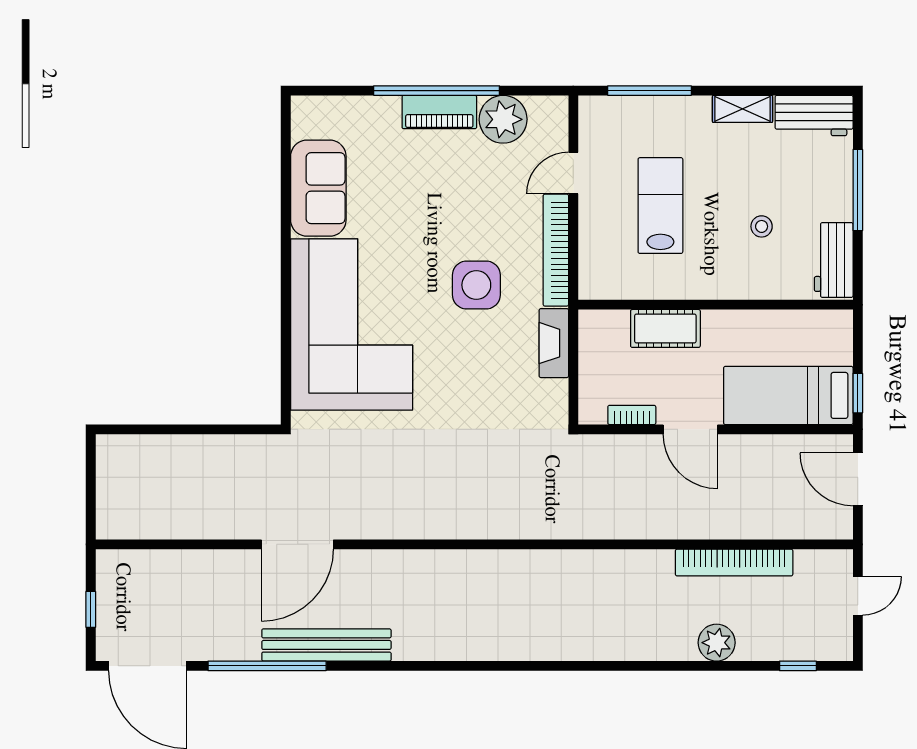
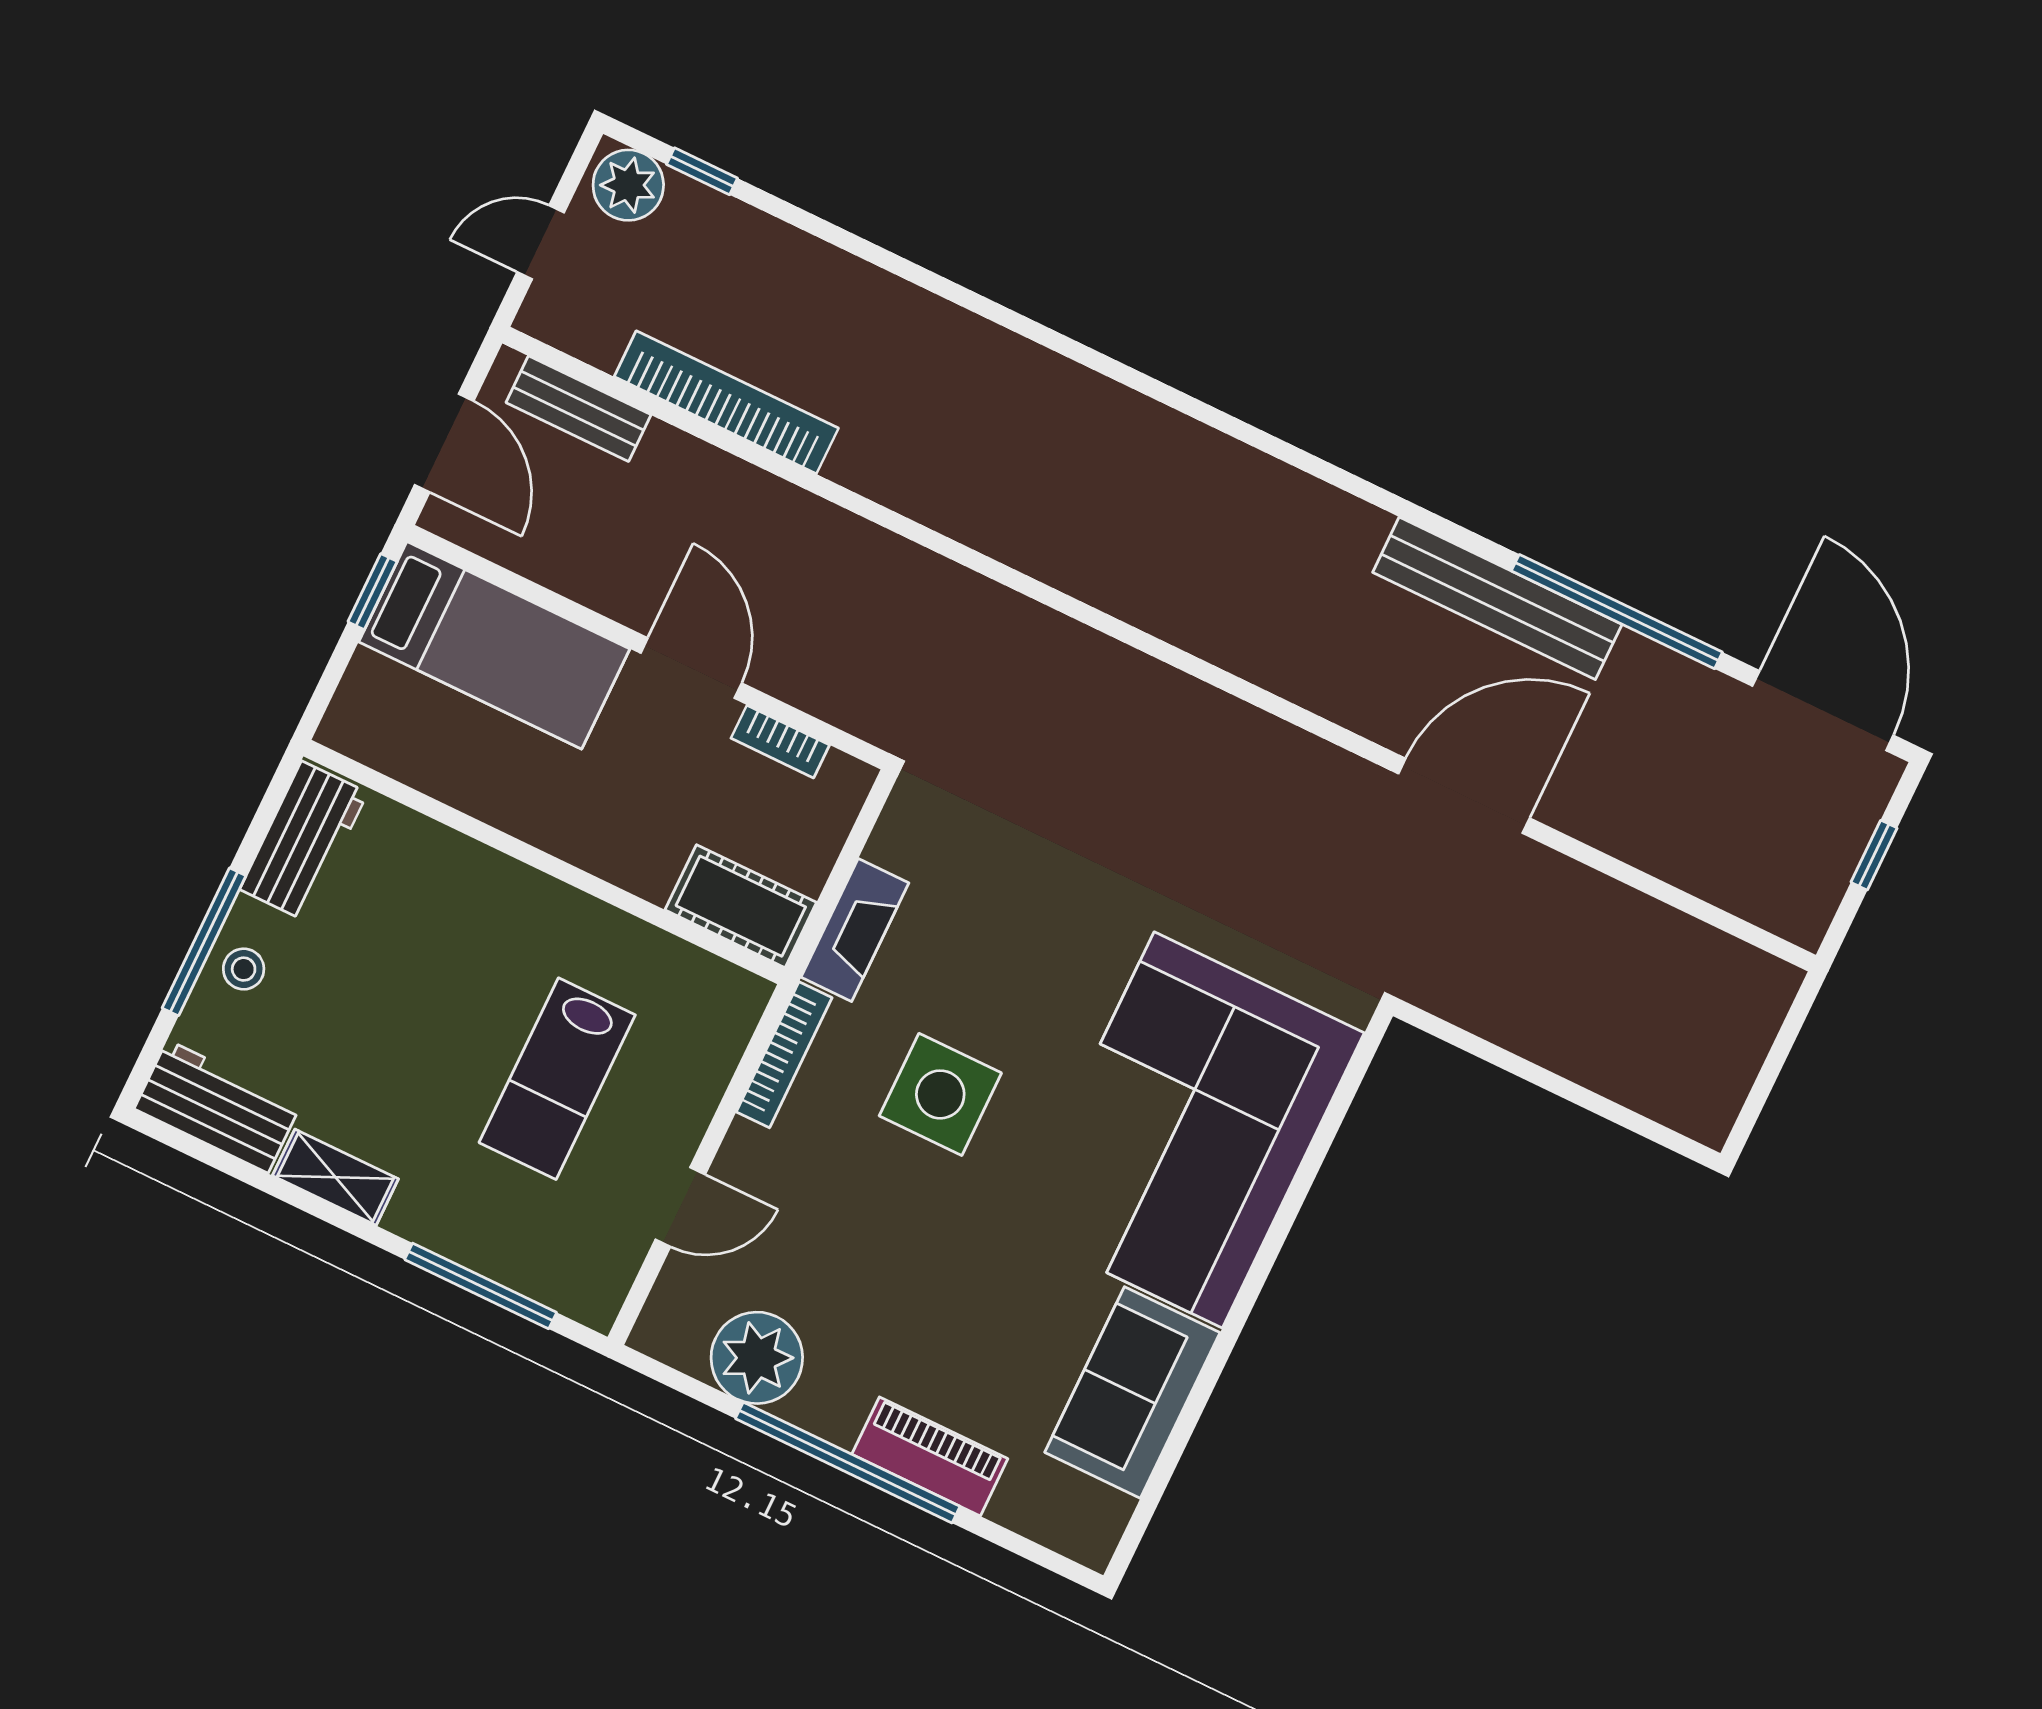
piano: (439, 112) -> (930, 1457), moved
stool: (762, 226) -> (244, 969), moved
bookcase: (556, 250) -> (784, 1055), width x0.68, depth x0.76
cot: (665, 328) -> (741, 906), moved
bench: (802, 526) -> (579, 409), added
plant: (717, 643) -> (628, 185), moved

